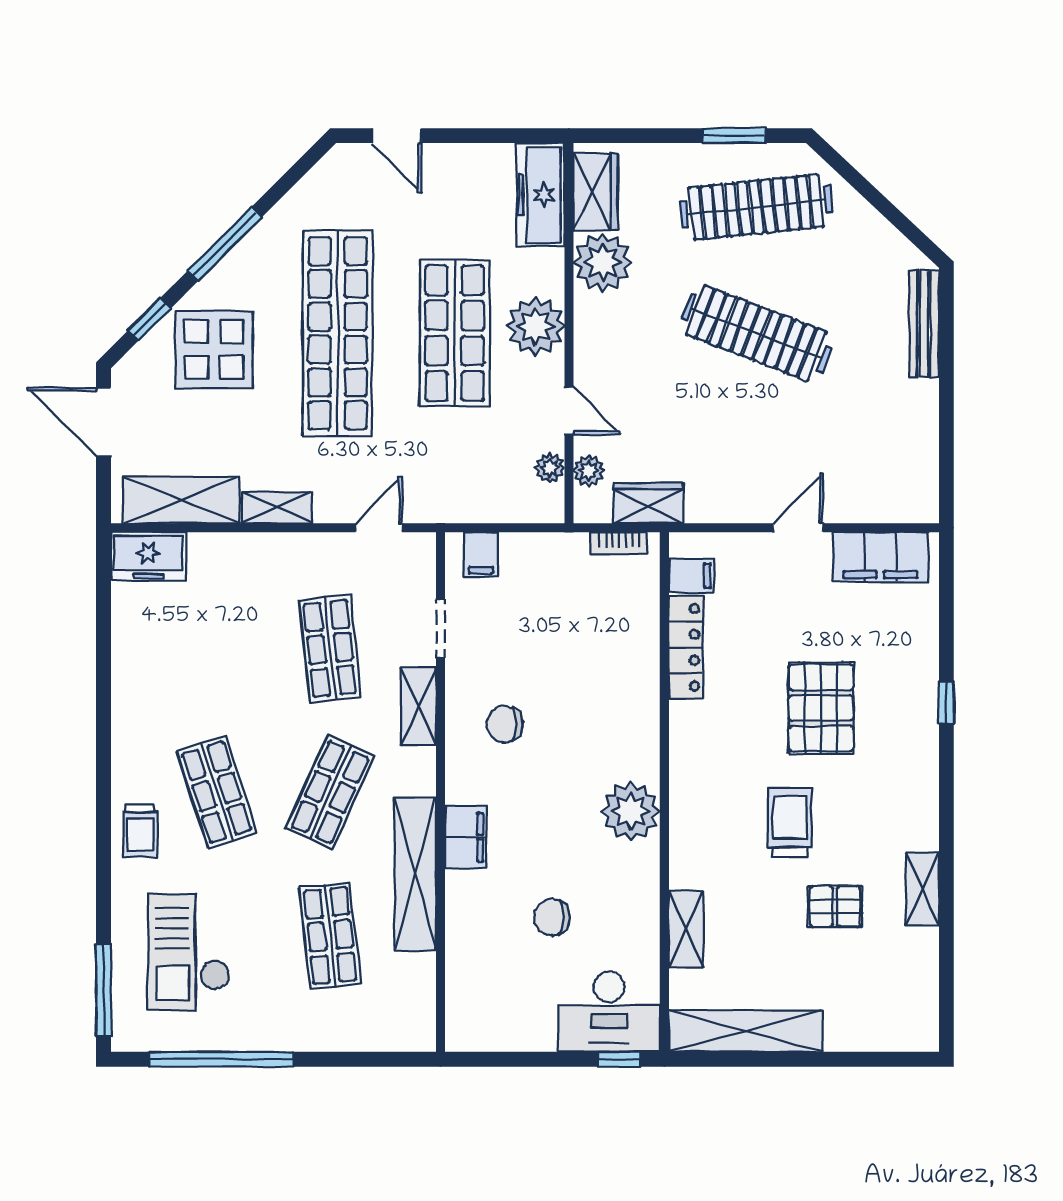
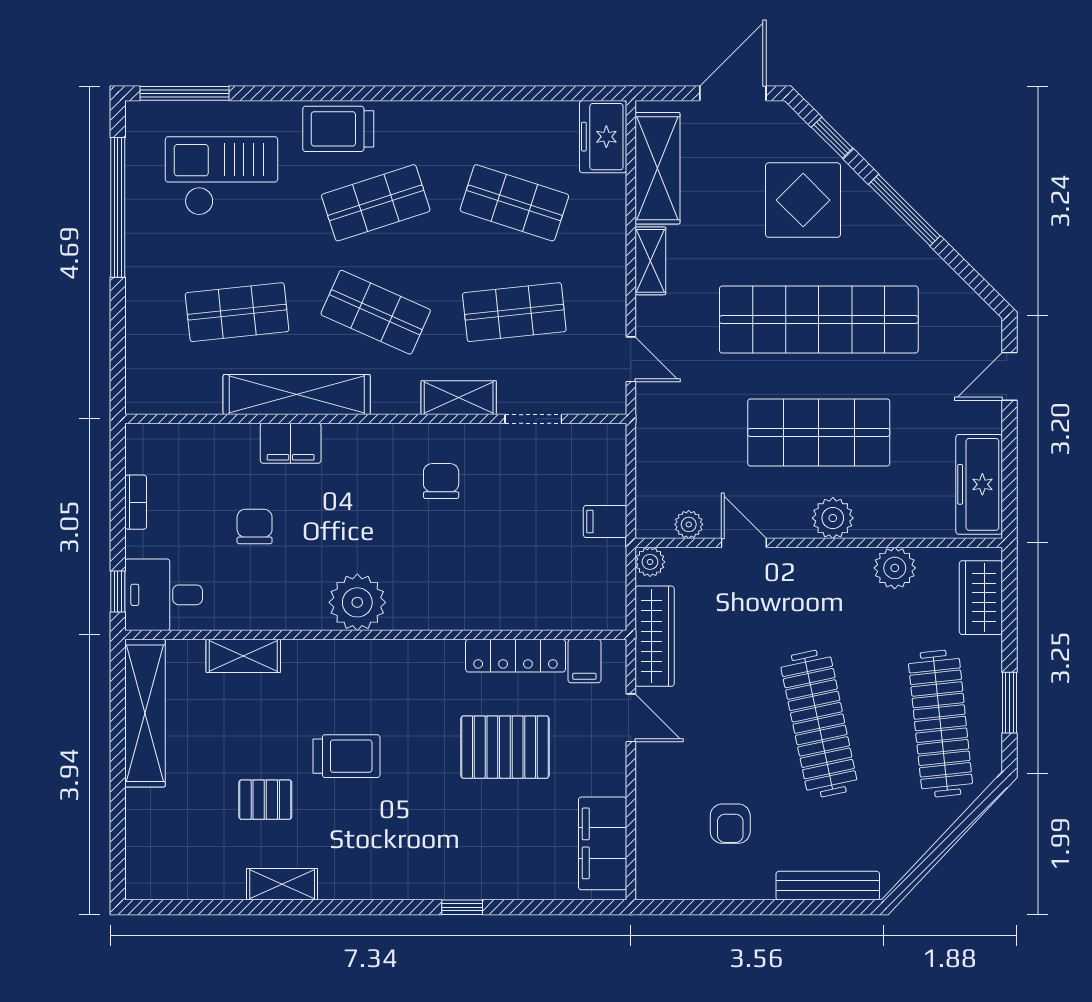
wardrobe: (596, 192) -> (981, 598), moved, turned 90
freezer: (541, 195) -> (979, 484), moved, turned -90
plant: (603, 262) -> (895, 568), width x0.73, depth x0.73
plant: (536, 326) -> (833, 518), width x0.73, depth x0.73
clothes rail: (756, 333) -> (819, 724), turned -33
door: (569, 411) -> (744, 543), swing flipped
armchair: (860, 425) -> (730, 824), added
plant: (589, 471) -> (650, 562), moved
wardrobe: (648, 503) -> (655, 636), width x1.50
door: (798, 528) -> (631, 718), moved
bookcase: (619, 543) -> (136, 502), moved, turned 180
filing cabinet: (481, 554) -> (605, 522), moved
shop shelf: (217, 648) -> (514, 203), added
pallet: (821, 708) -> (505, 747), moved
trolley: (140, 831) -> (338, 129), width x1.36, depth x1.39
filing cabinet: (466, 837) -> (291, 443), moved
pallet: (835, 906) -> (265, 800), turned 90
desk: (609, 1012) -> (164, 595), width x0.73

